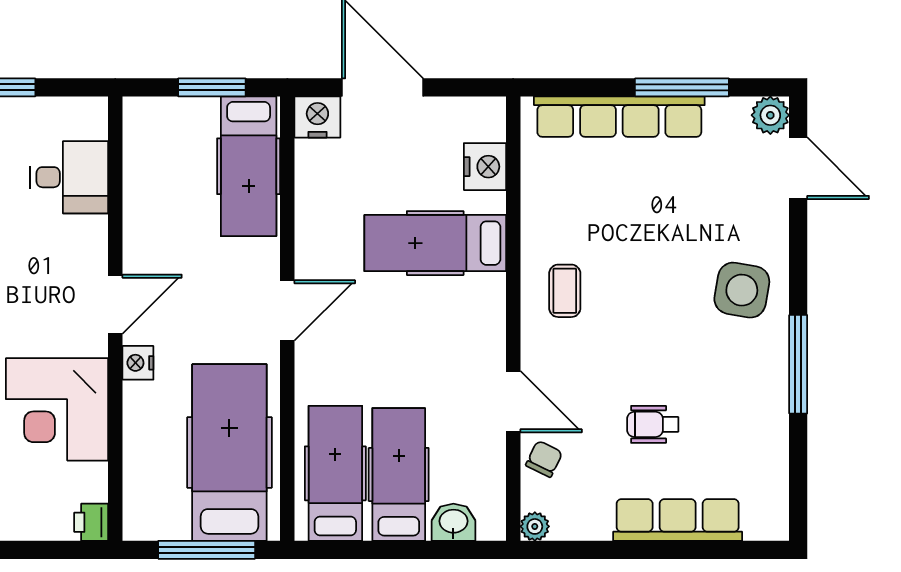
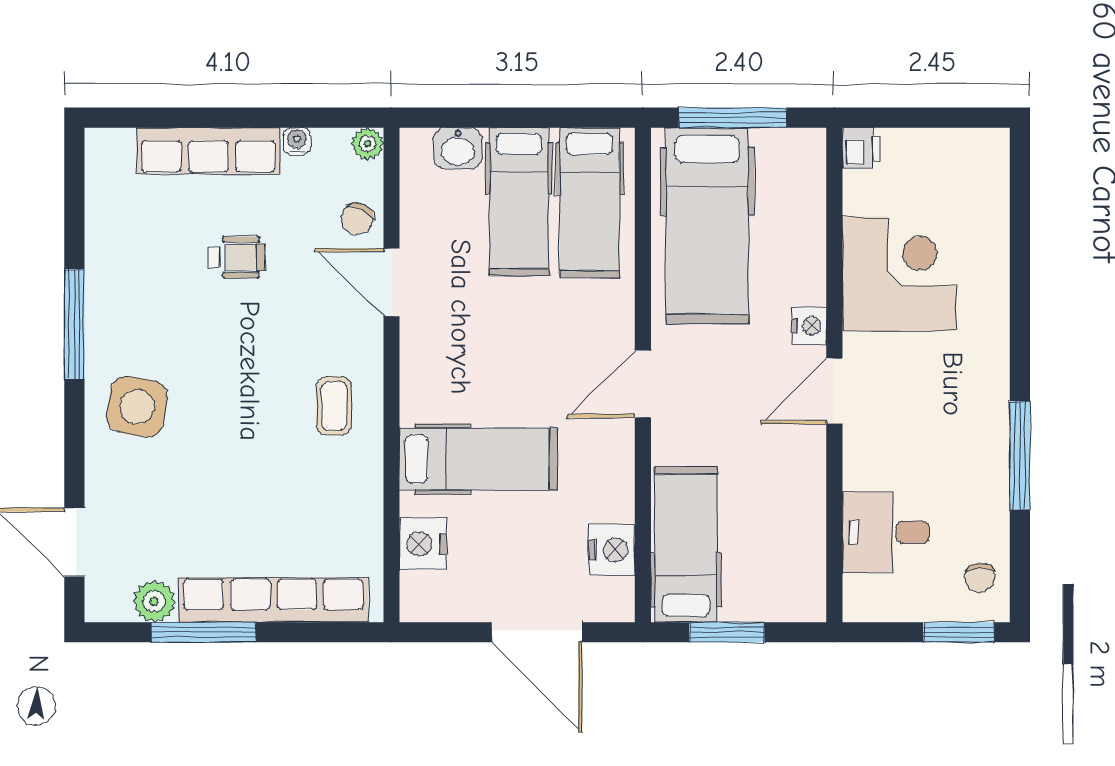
plant: (770, 115) -> (154, 601), moved
nightstand: (317, 117) -> (612, 550), moved, turned -90
water cooler: (598, 529) -> (297, 141), added

